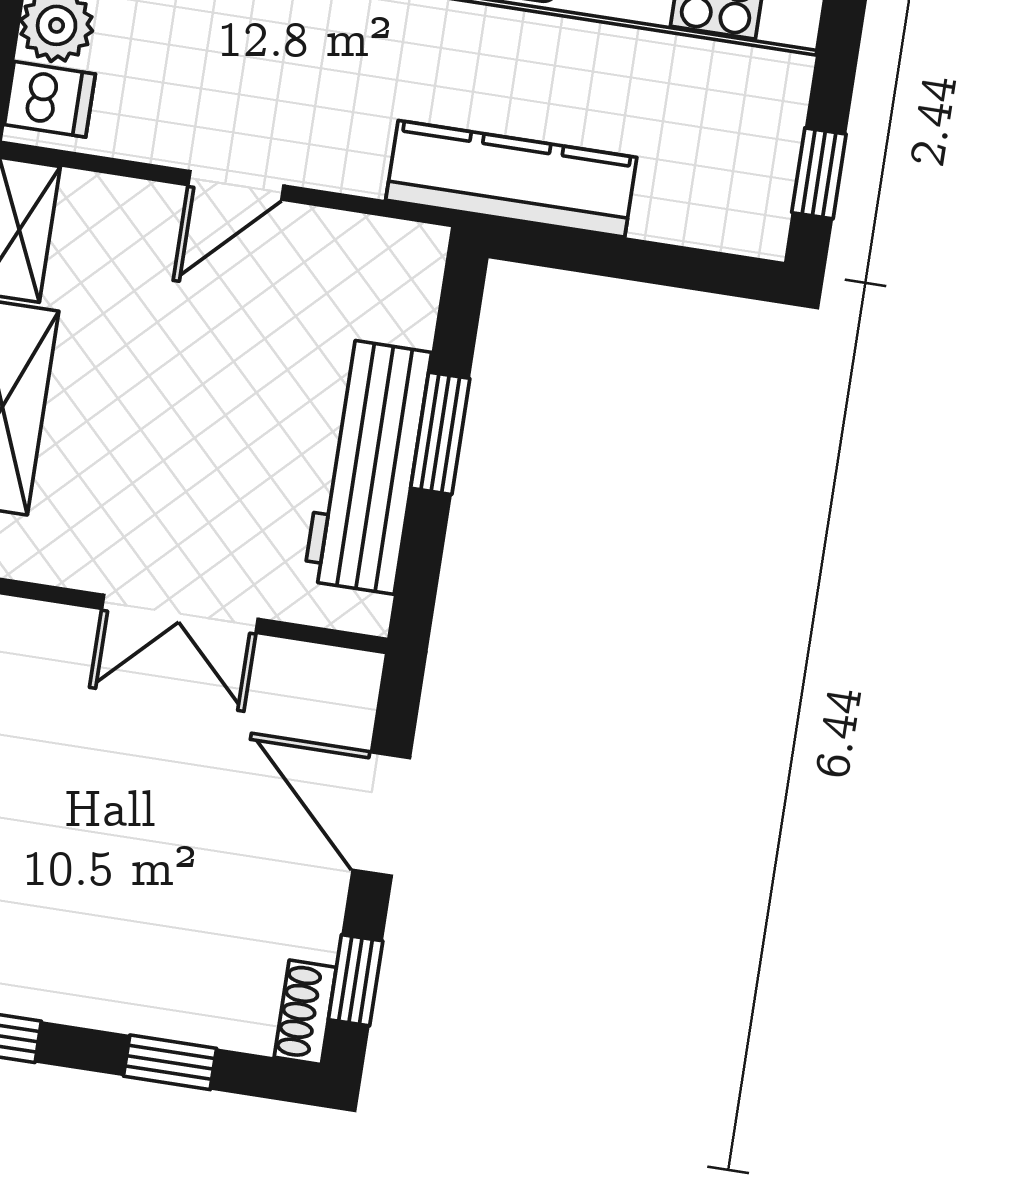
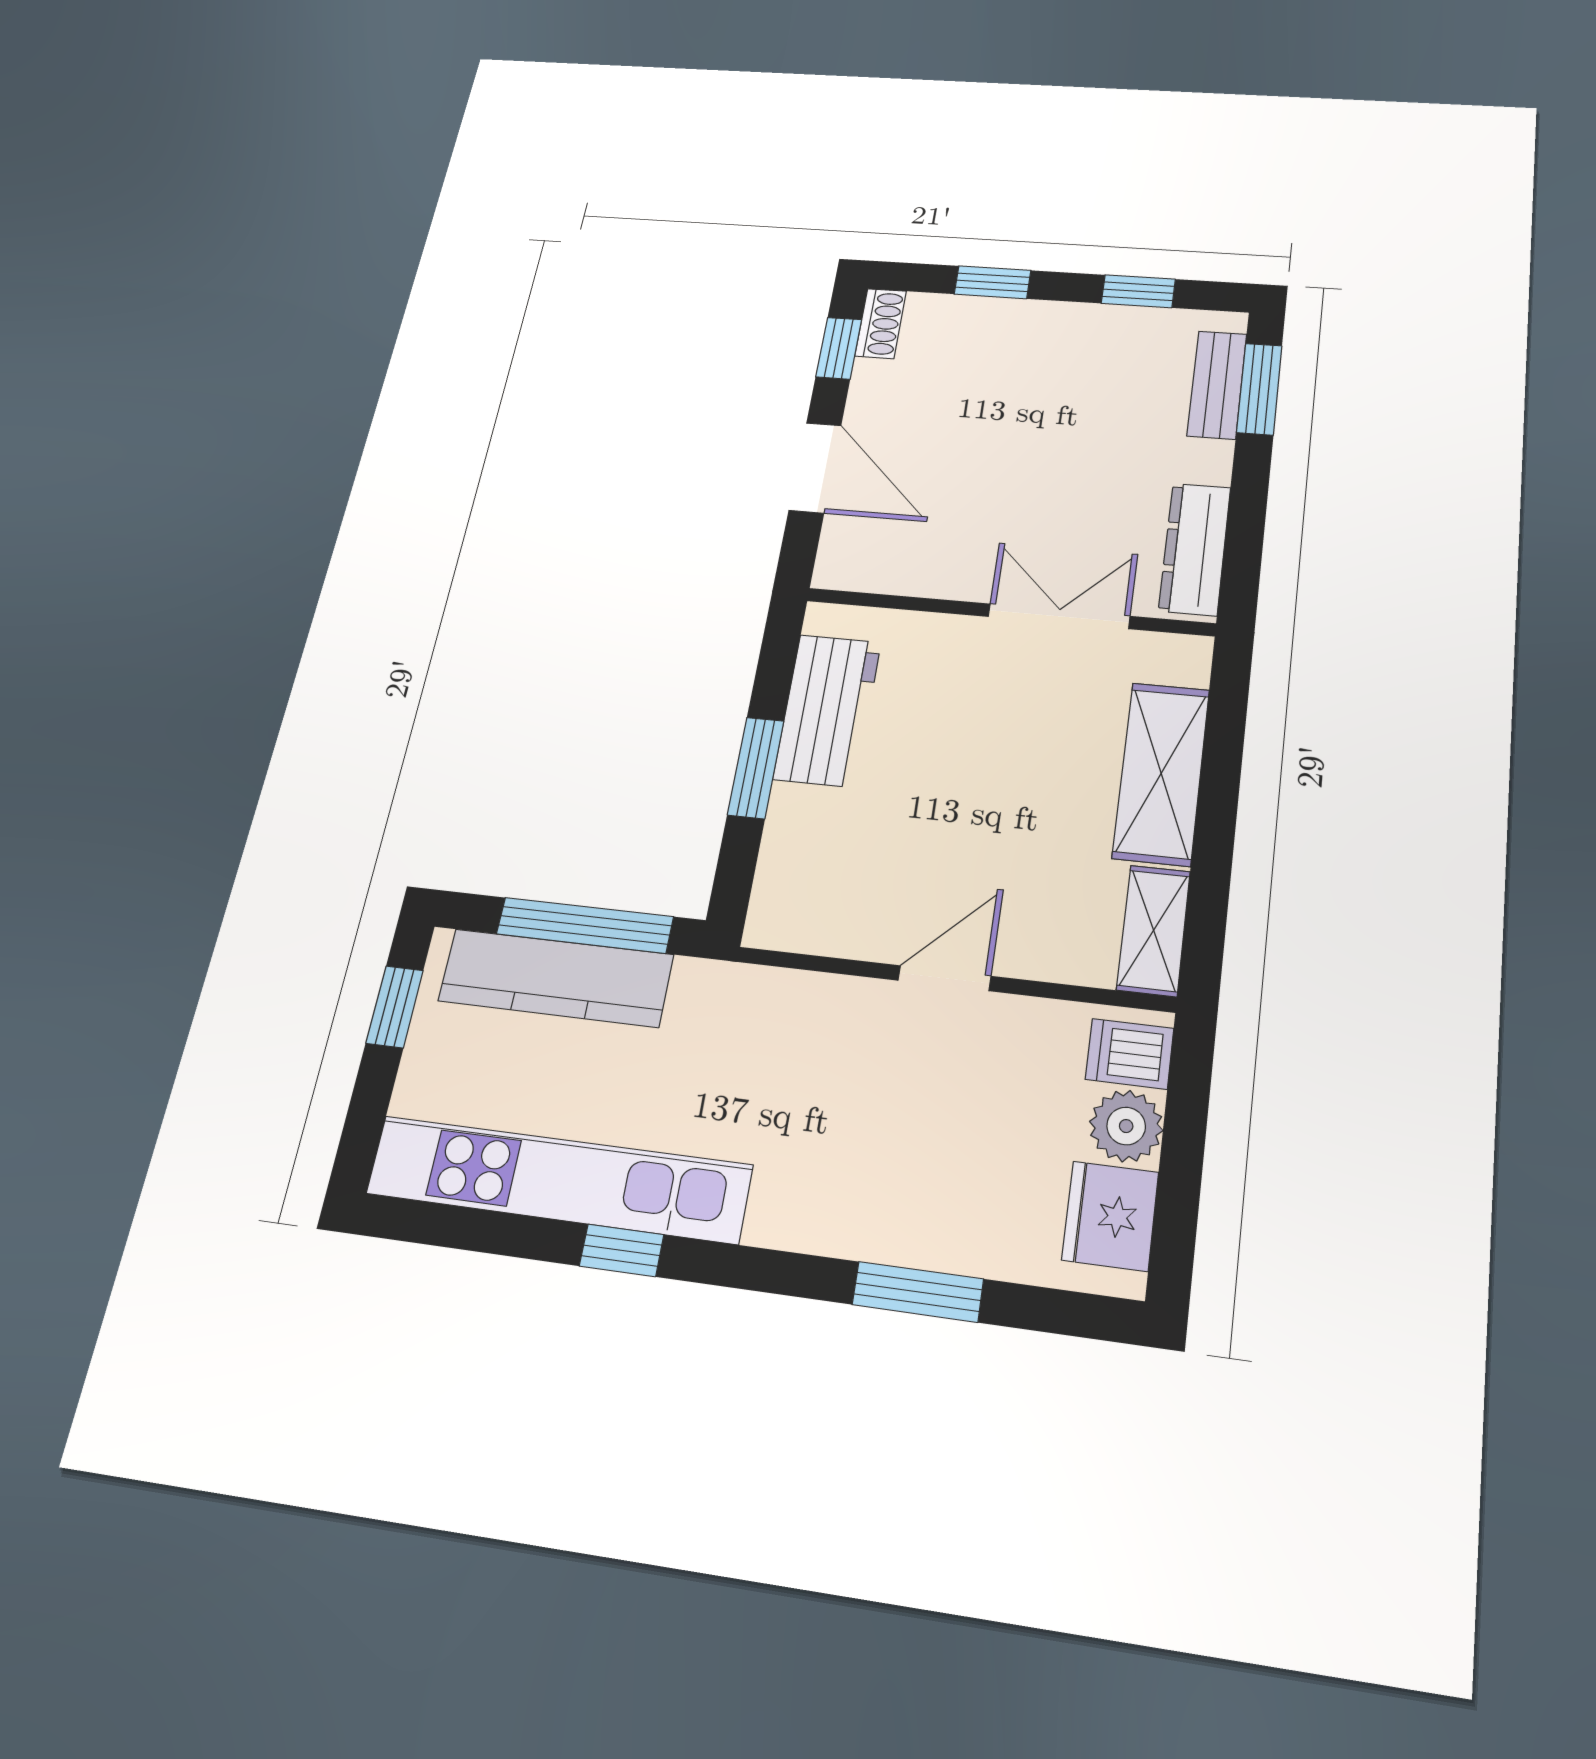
kitchen counter: (511, 179) -> (556, 978), moved
window: (619, 257) -> (585, 925), added
workbench: (367, 466) -> (827, 710), width x0.73
double door: (180, 614) -> (1059, 616), moved

